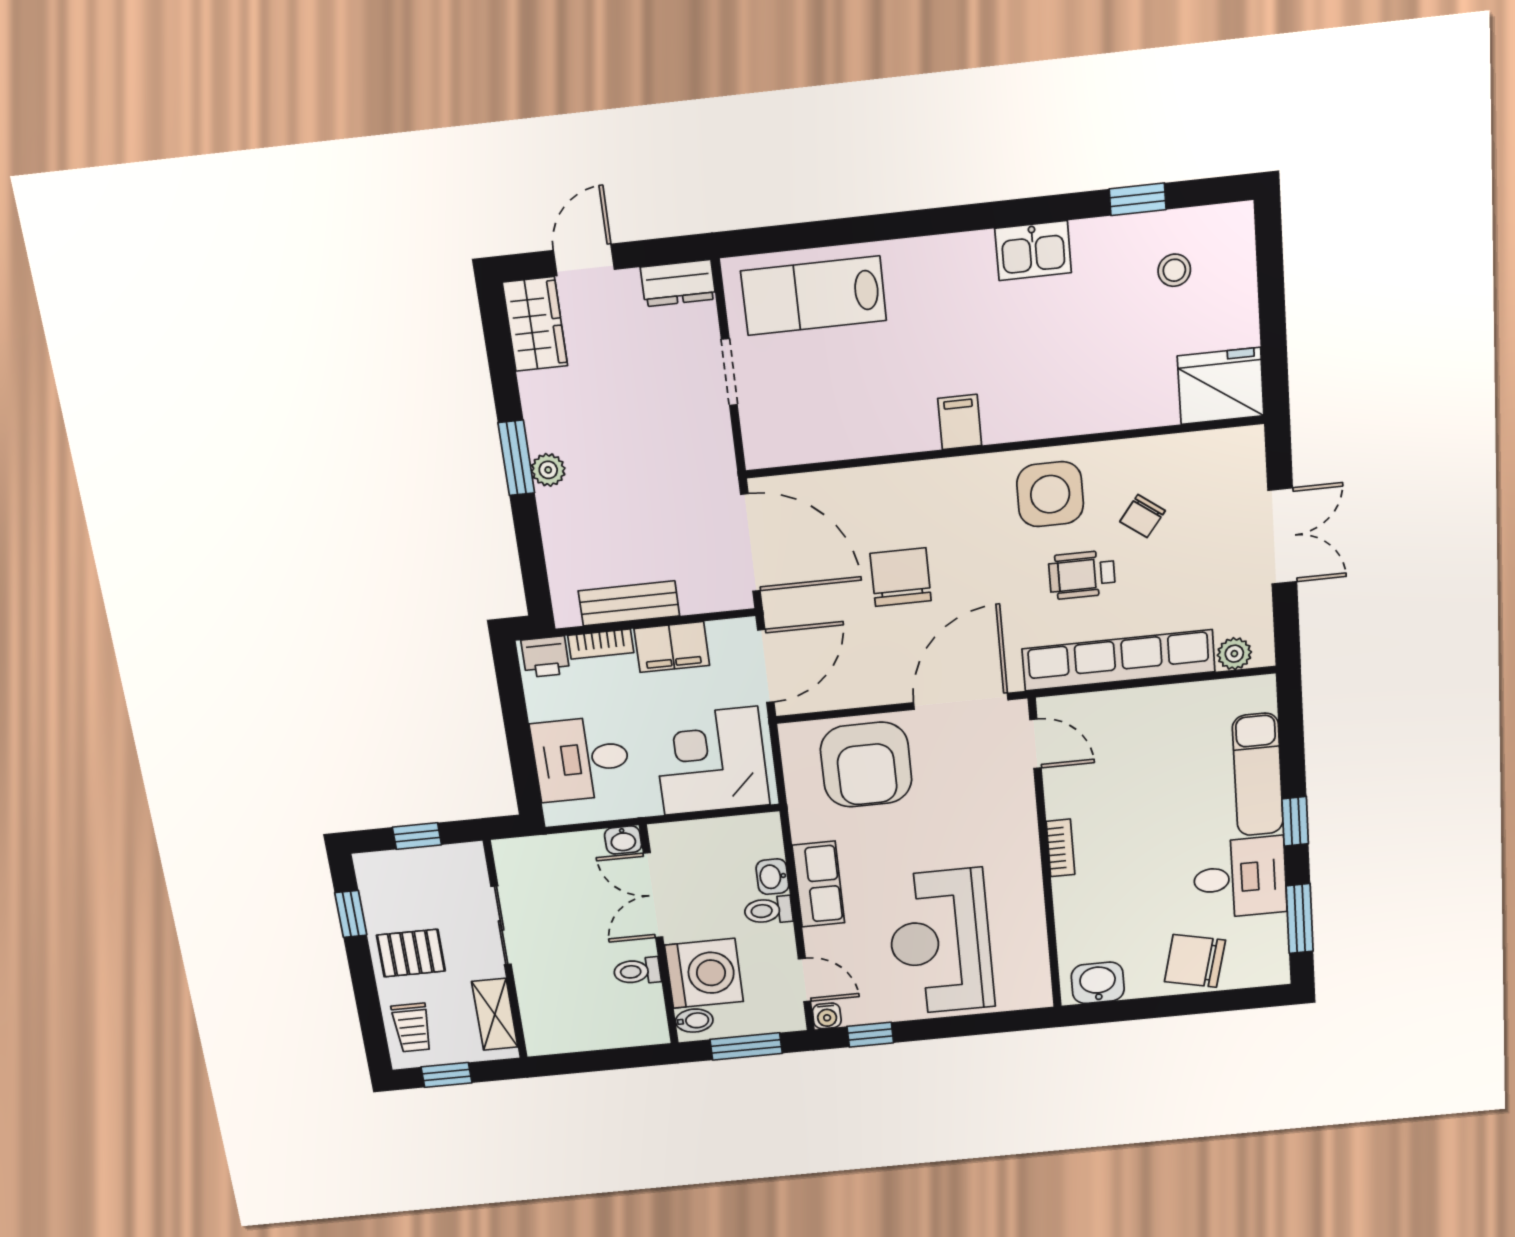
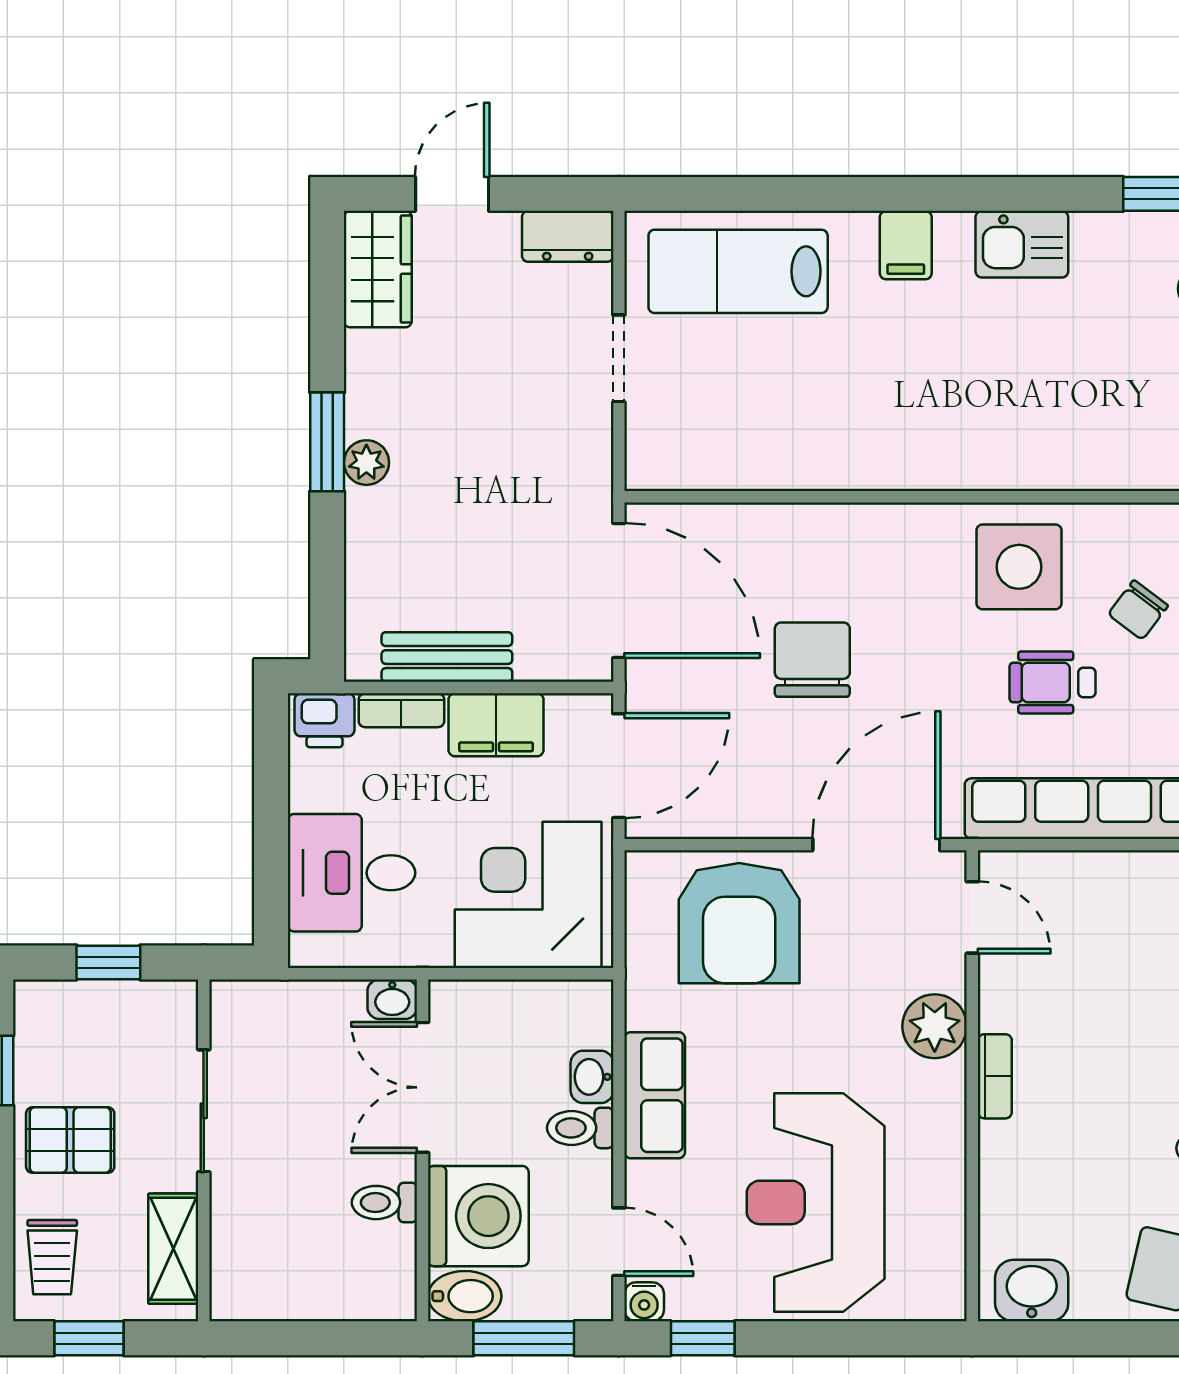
filing cabinet: (960, 422) -> (906, 245), moved, turned 180
plant: (1014, 819) -> (935, 1026), added
bidet: (694, 1021) -> (465, 1296), width x1.38, depth x1.36

